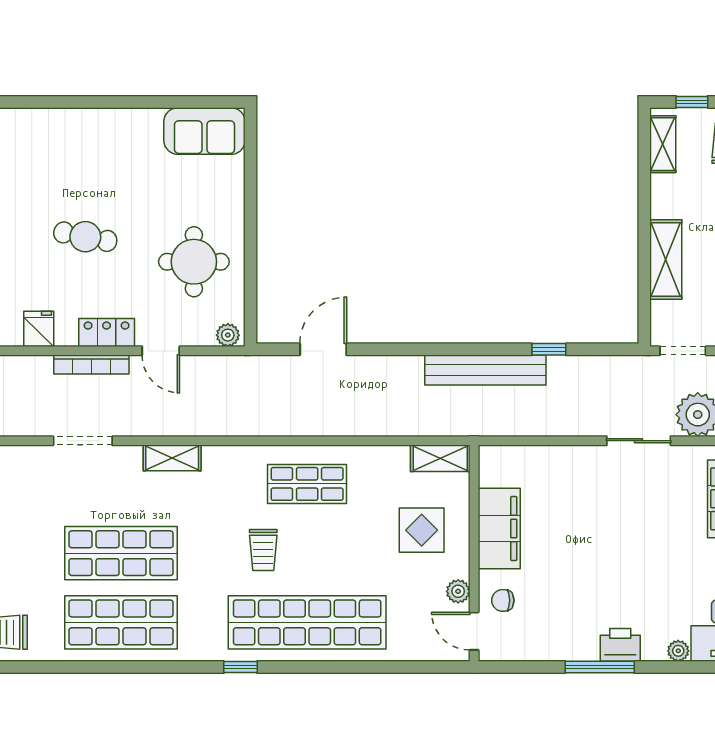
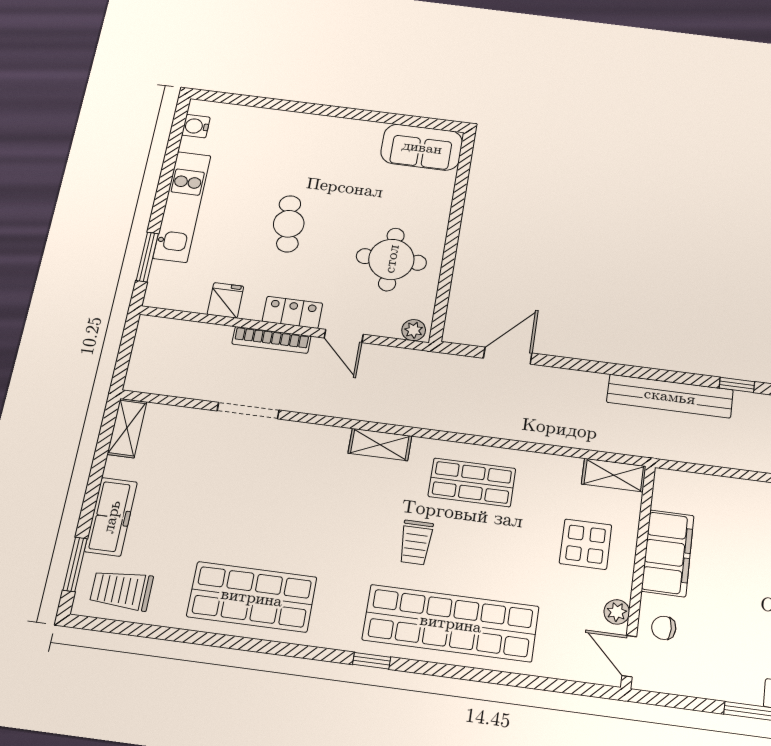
cafe table: (85, 237) -> (289, 224), turned 72
shelving: (172, 458) -> (380, 445), moved
shop shelf: (121, 553) -> (266, 526), removed

